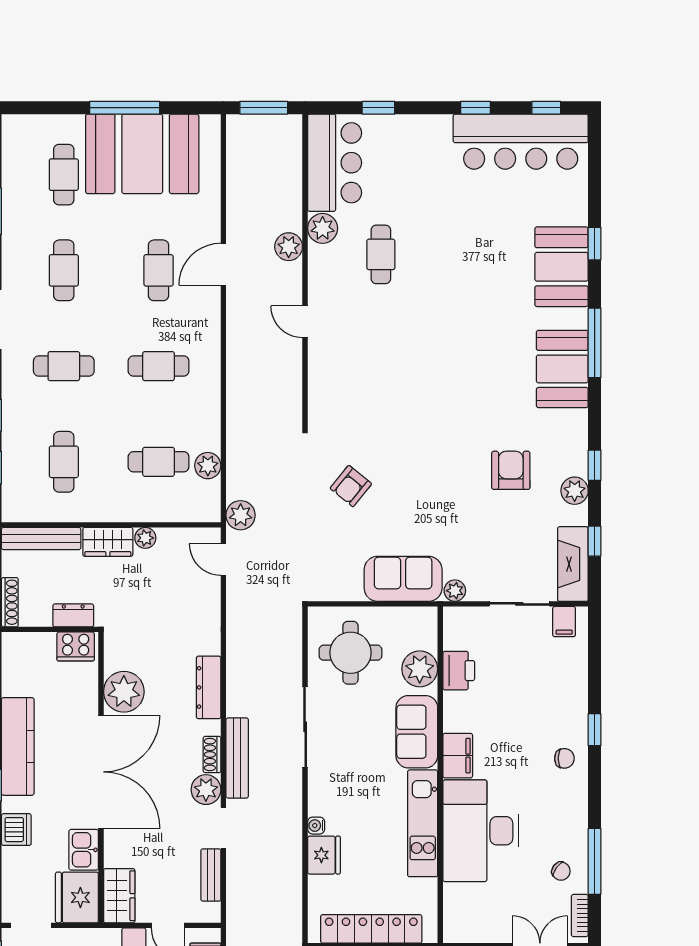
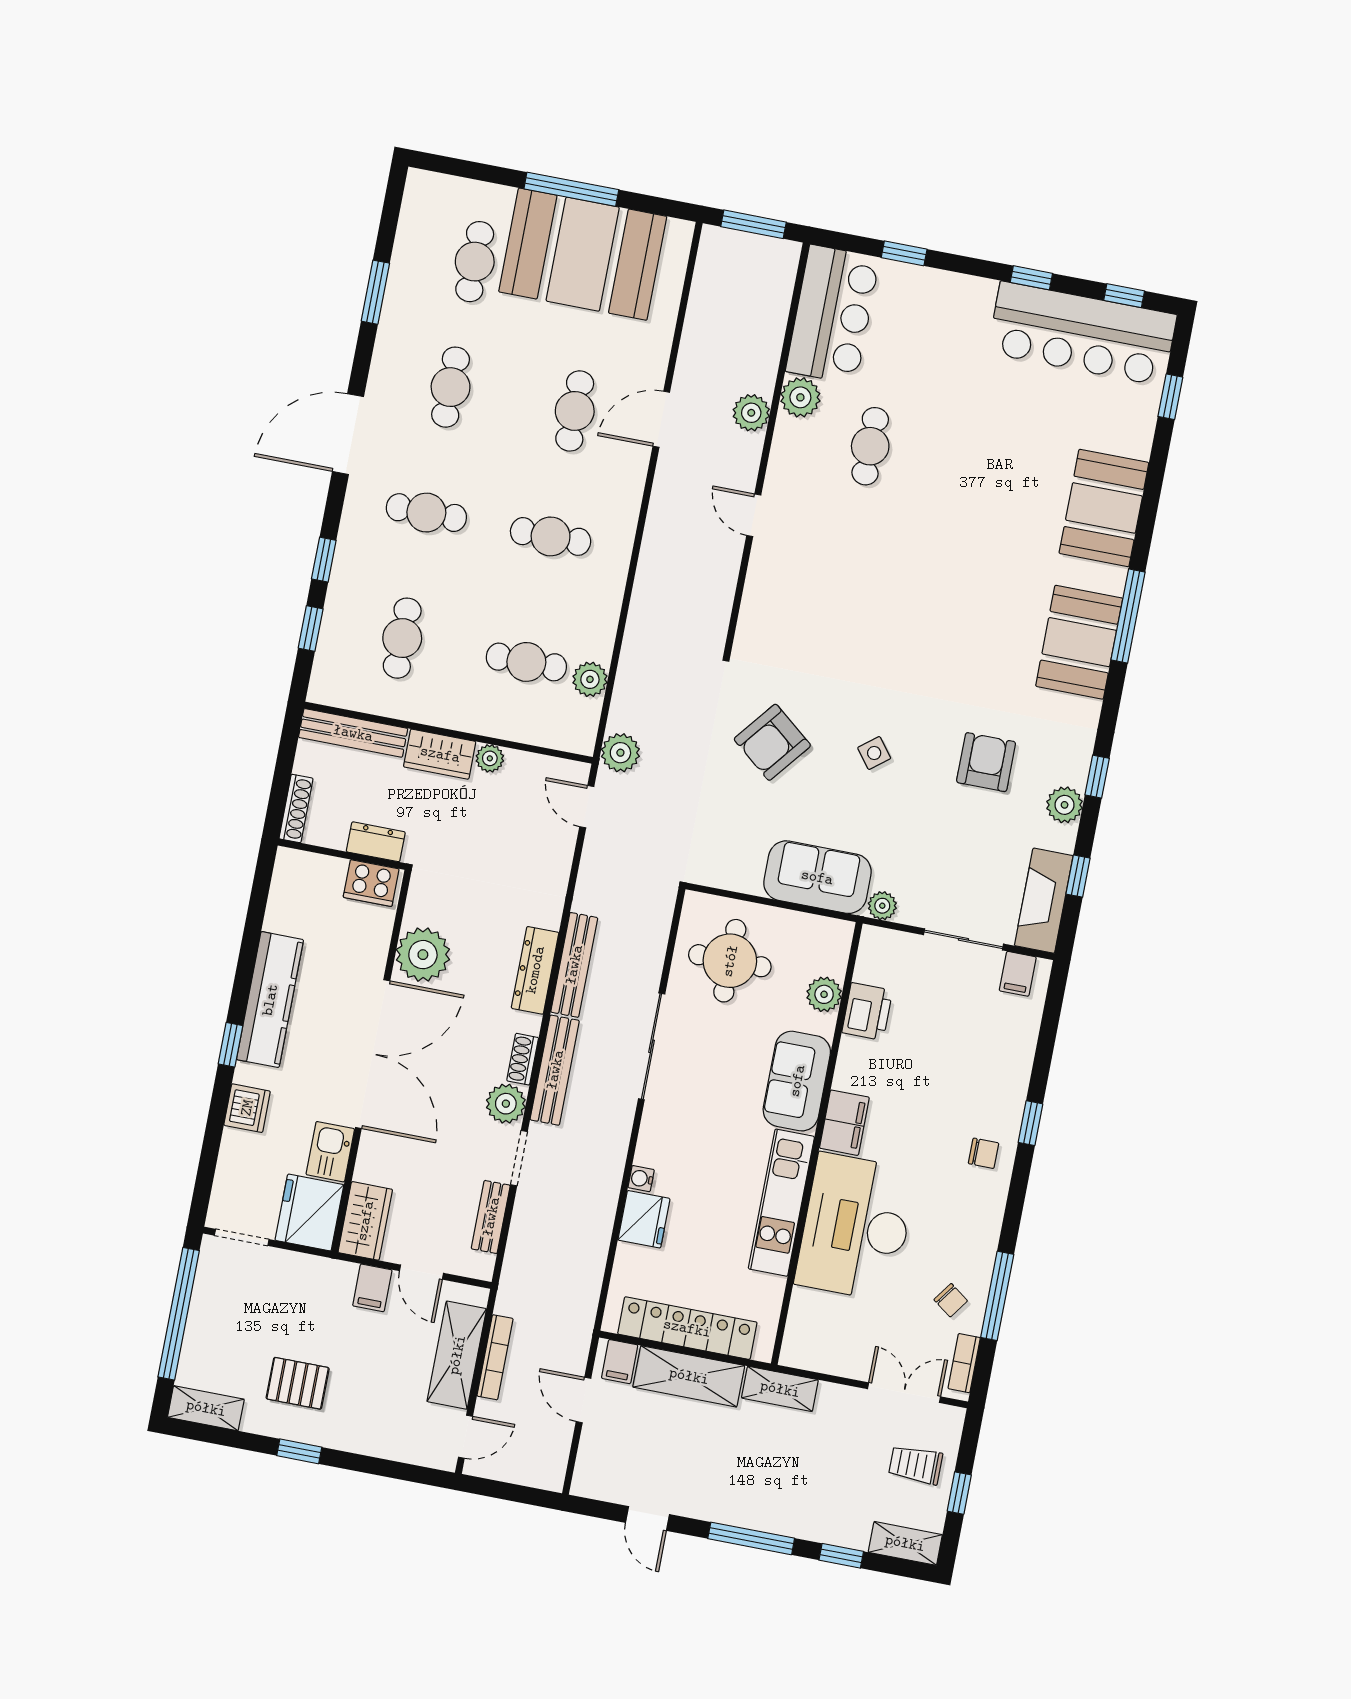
window: (595, 244) -> (1170, 397), moved
side table: (427, 479) -> (874, 753), added
armchair: (351, 486) -> (772, 742), width x1.38, depth x1.38
plant: (420, 669) -> (824, 994), width x0.73, depth x0.73
bench: (237, 678) -> (574, 965), added

